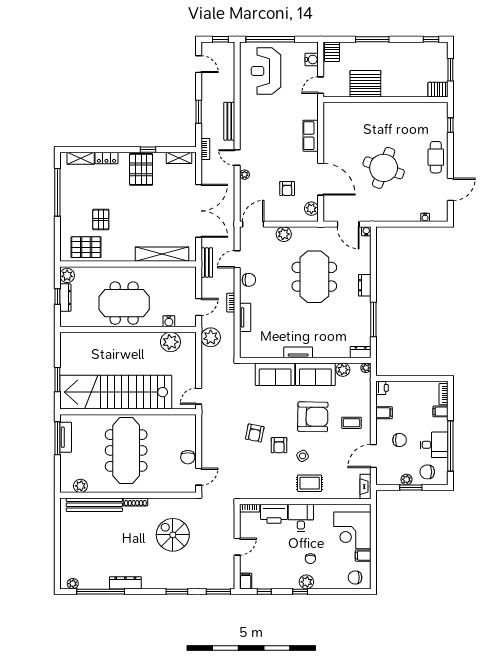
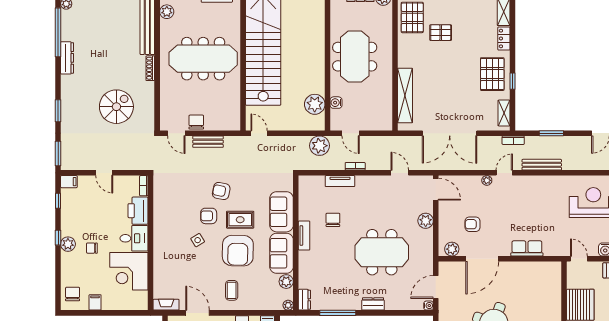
pallet: (141, 169) -> (492, 74), turned 90
bench: (207, 262) -> (208, 142), moved
chair: (249, 280) -> (333, 220), moved, turned 180
chair: (188, 457) -> (196, 122), turned 90
rug: (310, 483) -> (240, 220), moved, turned 90
corner desk: (352, 530) -> (129, 271), moved, turned -90

